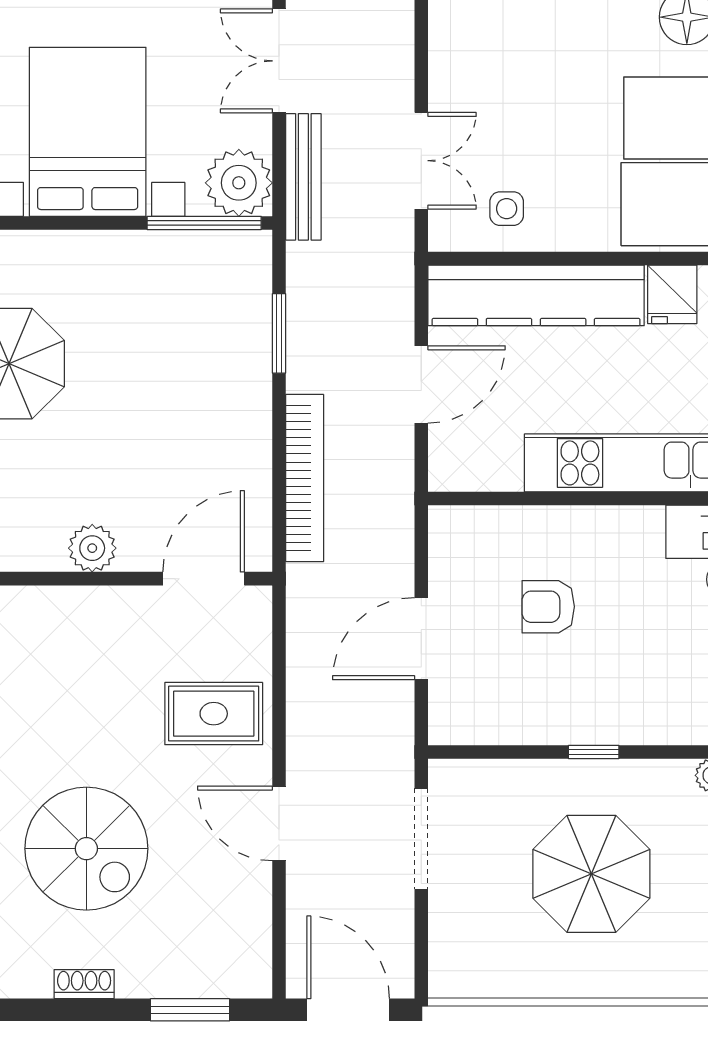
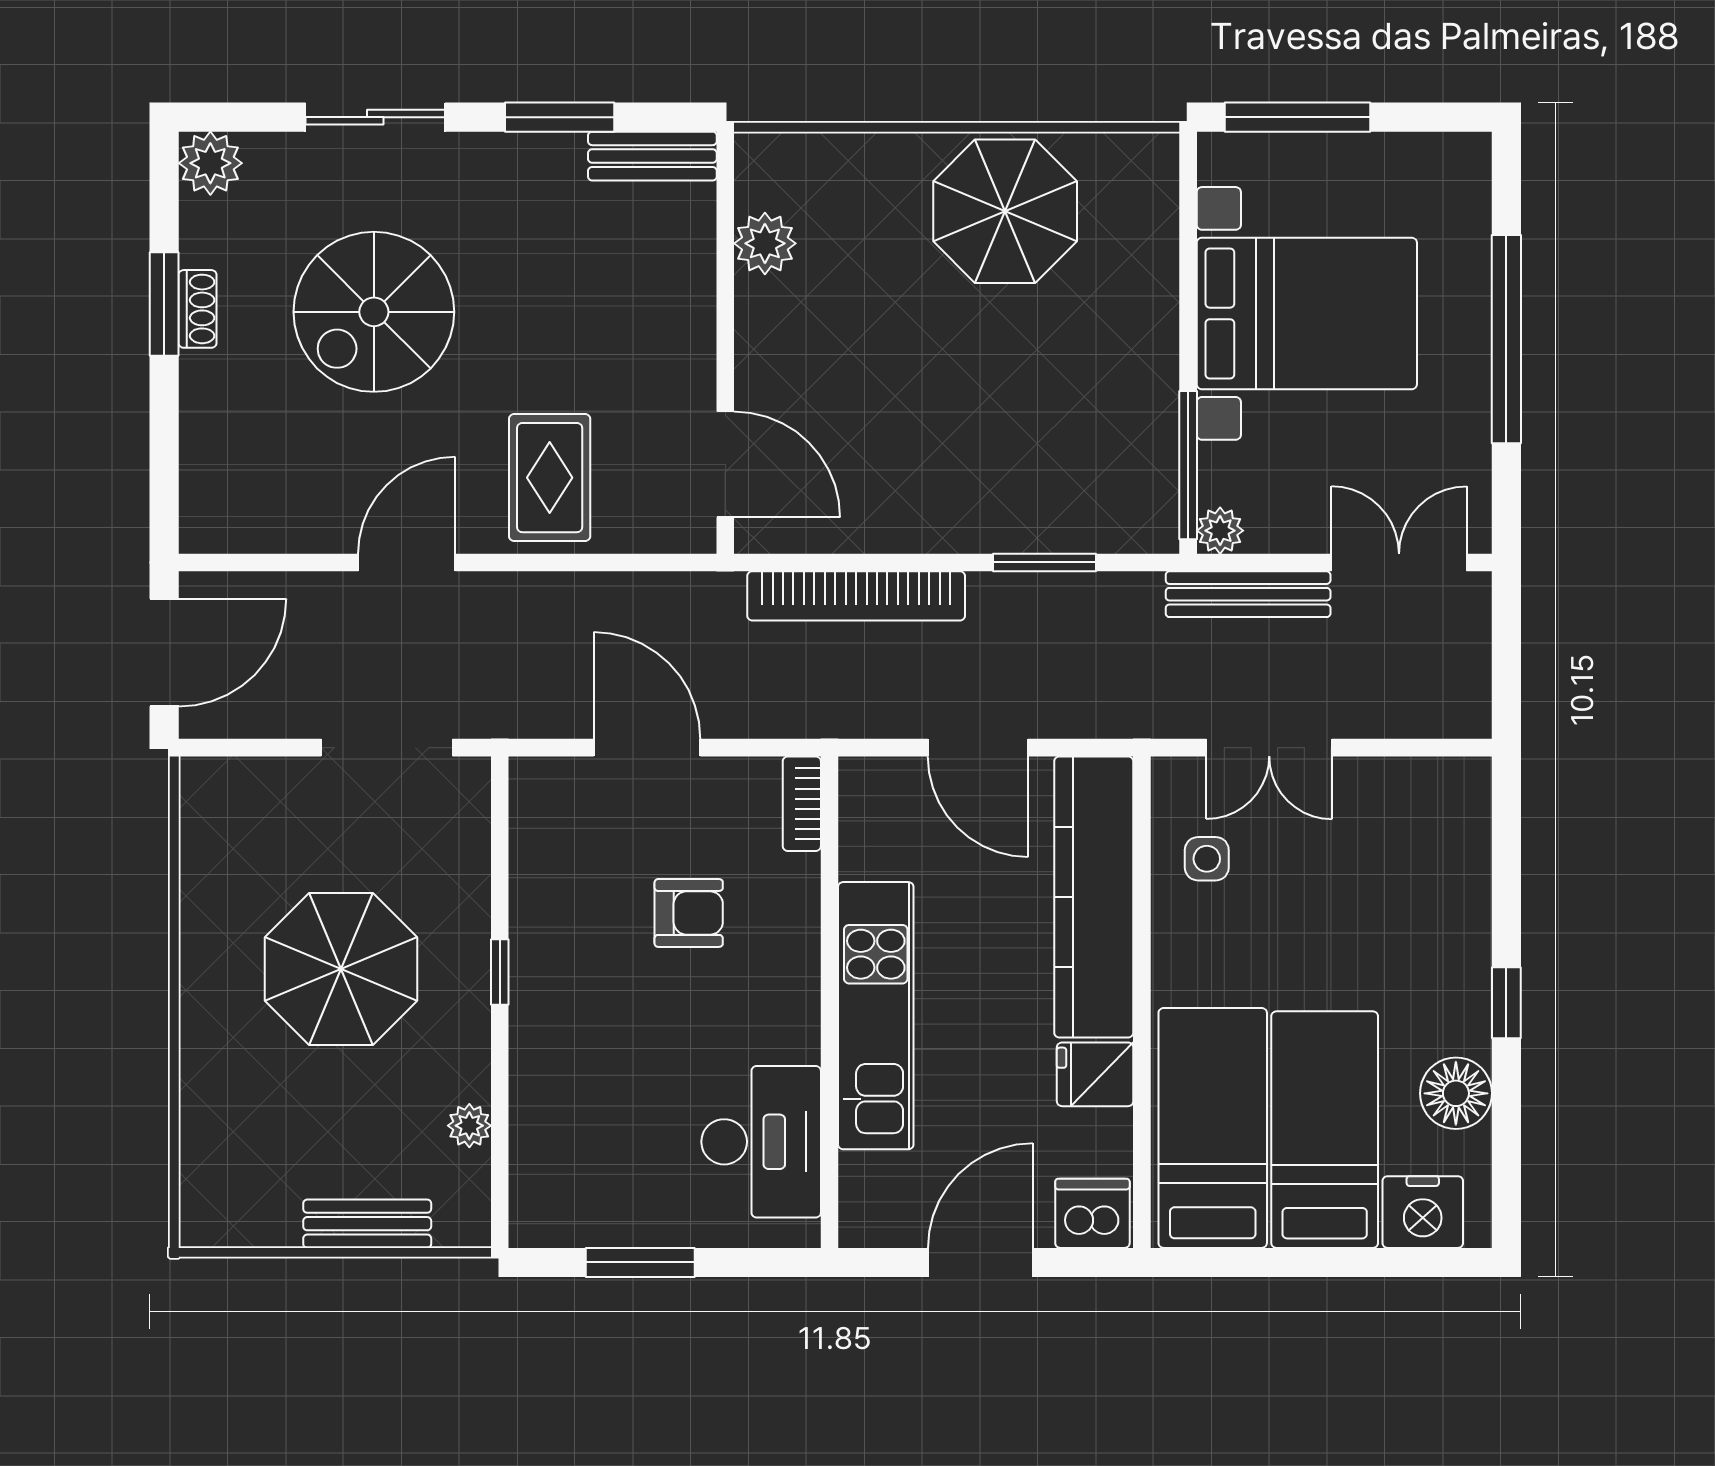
plant: (239, 183) -> (1220, 531), width x0.53, depth x0.53
bookcase: (464, 520) -> (802, 804), added
plant: (92, 548) -> (765, 243), moved
armchair: (548, 607) -> (689, 913), turned 90
window: (190, 1010) -> (164, 304), moved

